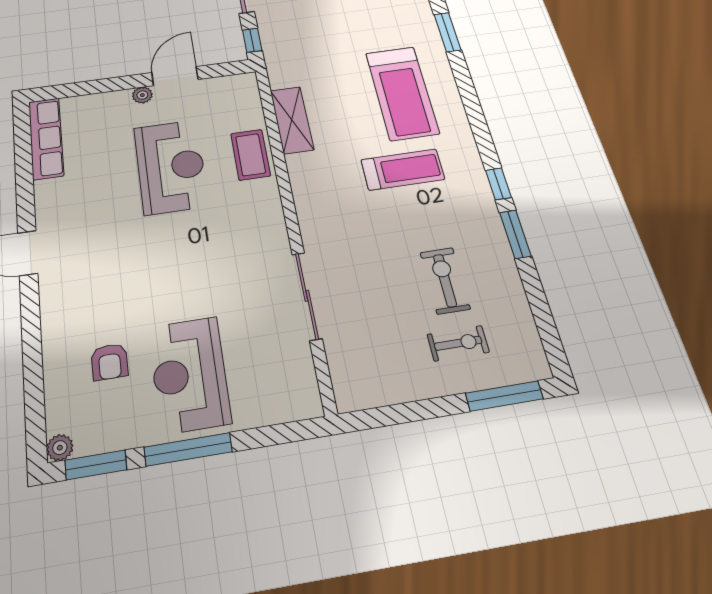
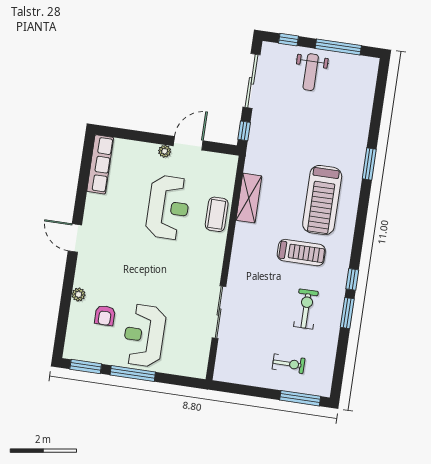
exercise bike: (445, 281) -> (306, 309), moved
plant: (60, 448) -> (79, 294), moved

